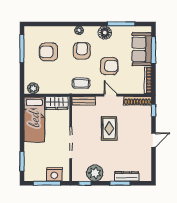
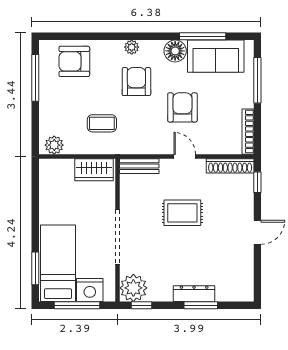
sofa: (142, 49) -> (216, 56), moved, turned -90
armchair: (49, 52) -> (74, 61), moved
armchair: (109, 66) -> (182, 107), turned -90
coffee table: (81, 83) -> (102, 123), moved
bed: (34, 119) -> (58, 263), moved, turned 180
rug: (109, 128) -> (182, 213), turned 90
plant: (95, 173) -> (133, 288), moved
dresser: (127, 176) -> (194, 294), moved

